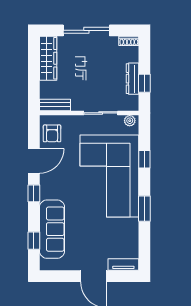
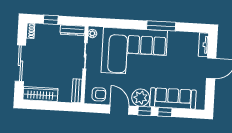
dresser: (133, 79) -> (73, 30), moved
window: (144, 83) -> (51, 20), moved
window: (144, 159) -> (123, 24), removed
plant: (51, 187) -> (141, 98), added
window: (144, 209) -> (161, 26), width x1.44
window: (34, 241) -> (165, 112), moved

